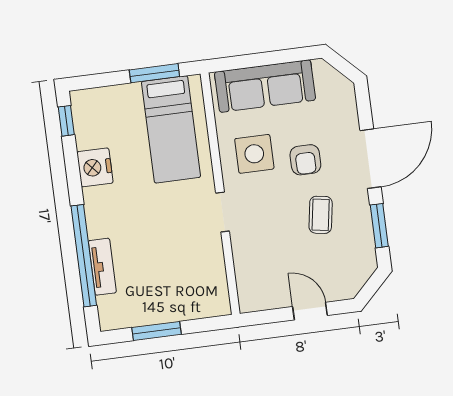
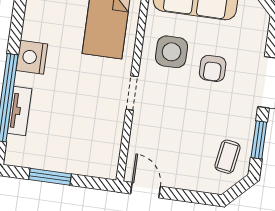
nightstand: (95, 167) -> (32, 57), moved
coffee table: (321, 215) -> (227, 157), moved
door: (310, 311) -> (146, 190), moved

